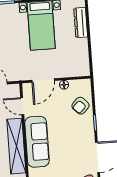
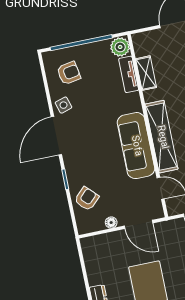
door: (43, 80) -> (138, 224), swing flipped

